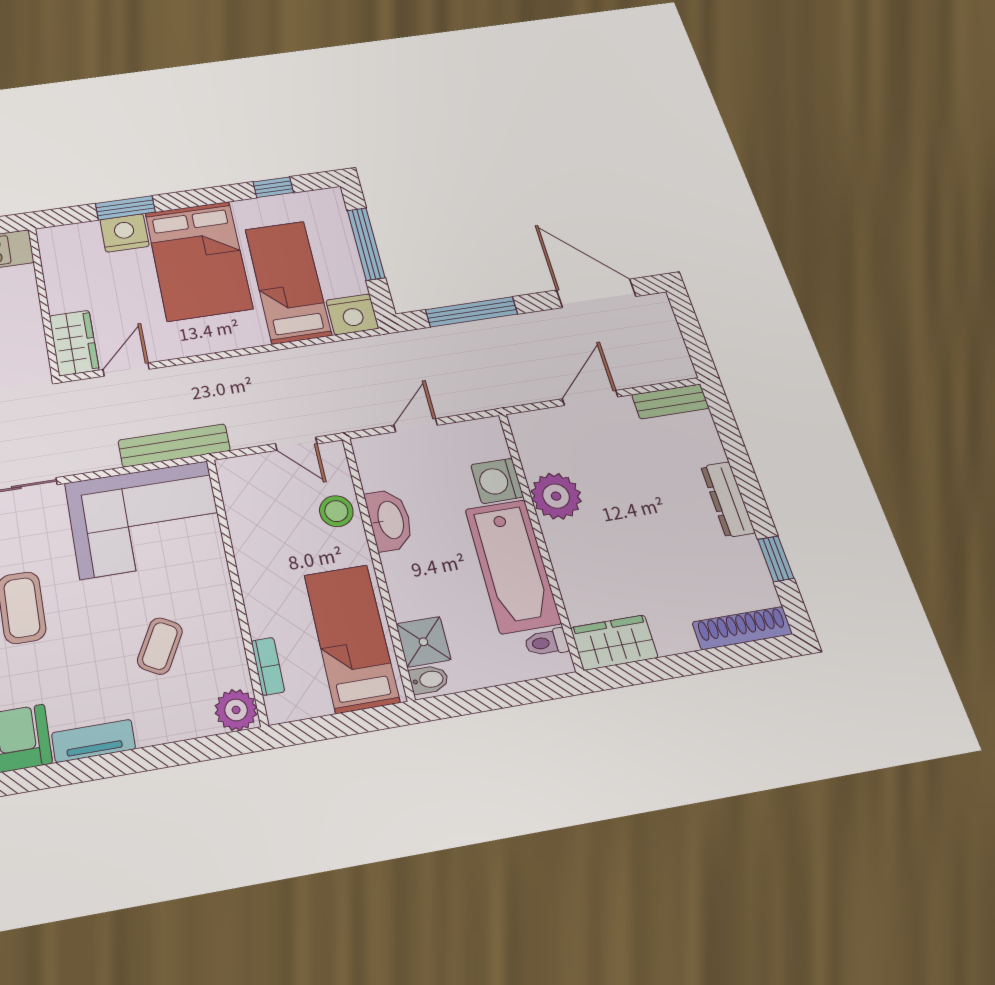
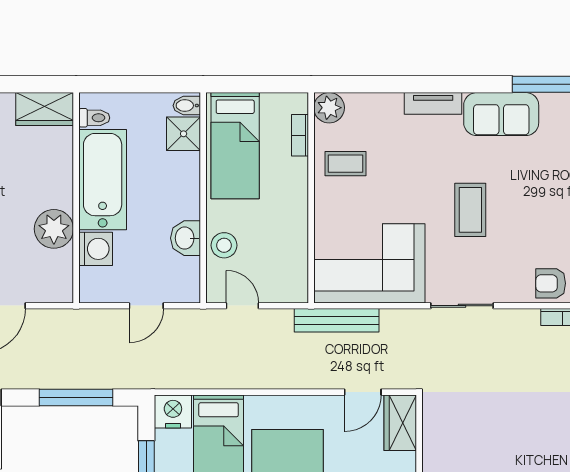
washbasin: (390, 520) -> (186, 238), width x0.72
coffee table: (160, 646) -> (346, 164), moved, turned 61

